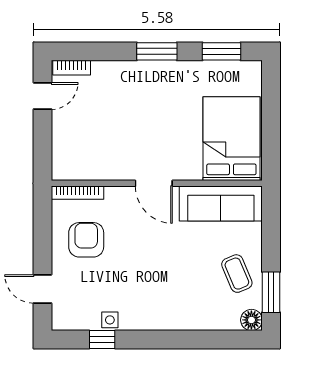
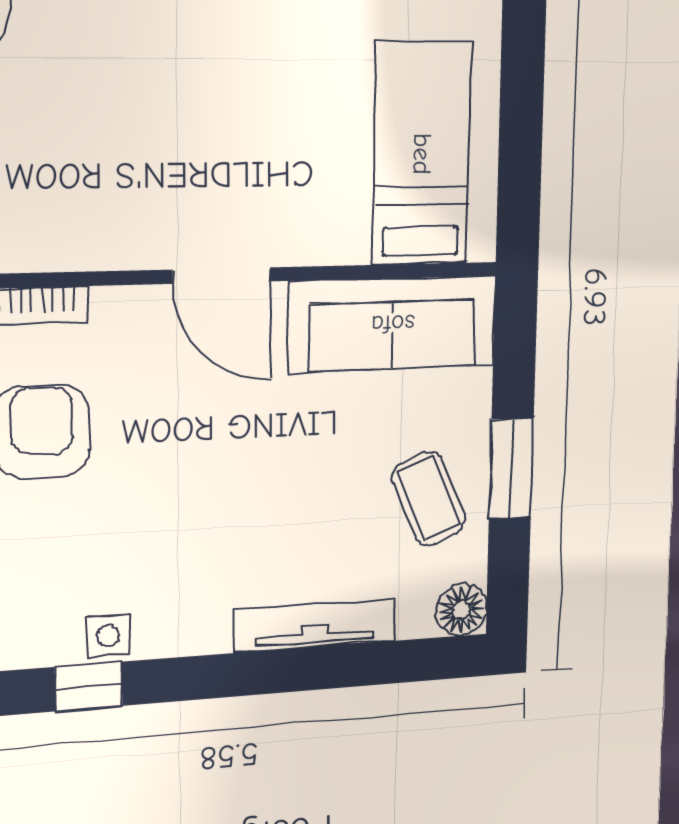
bed: (231, 139) -> (422, 154), width x0.67
window: (271, 292) -> (511, 469), moved
tv unit: (191, 322) -> (315, 625), added

